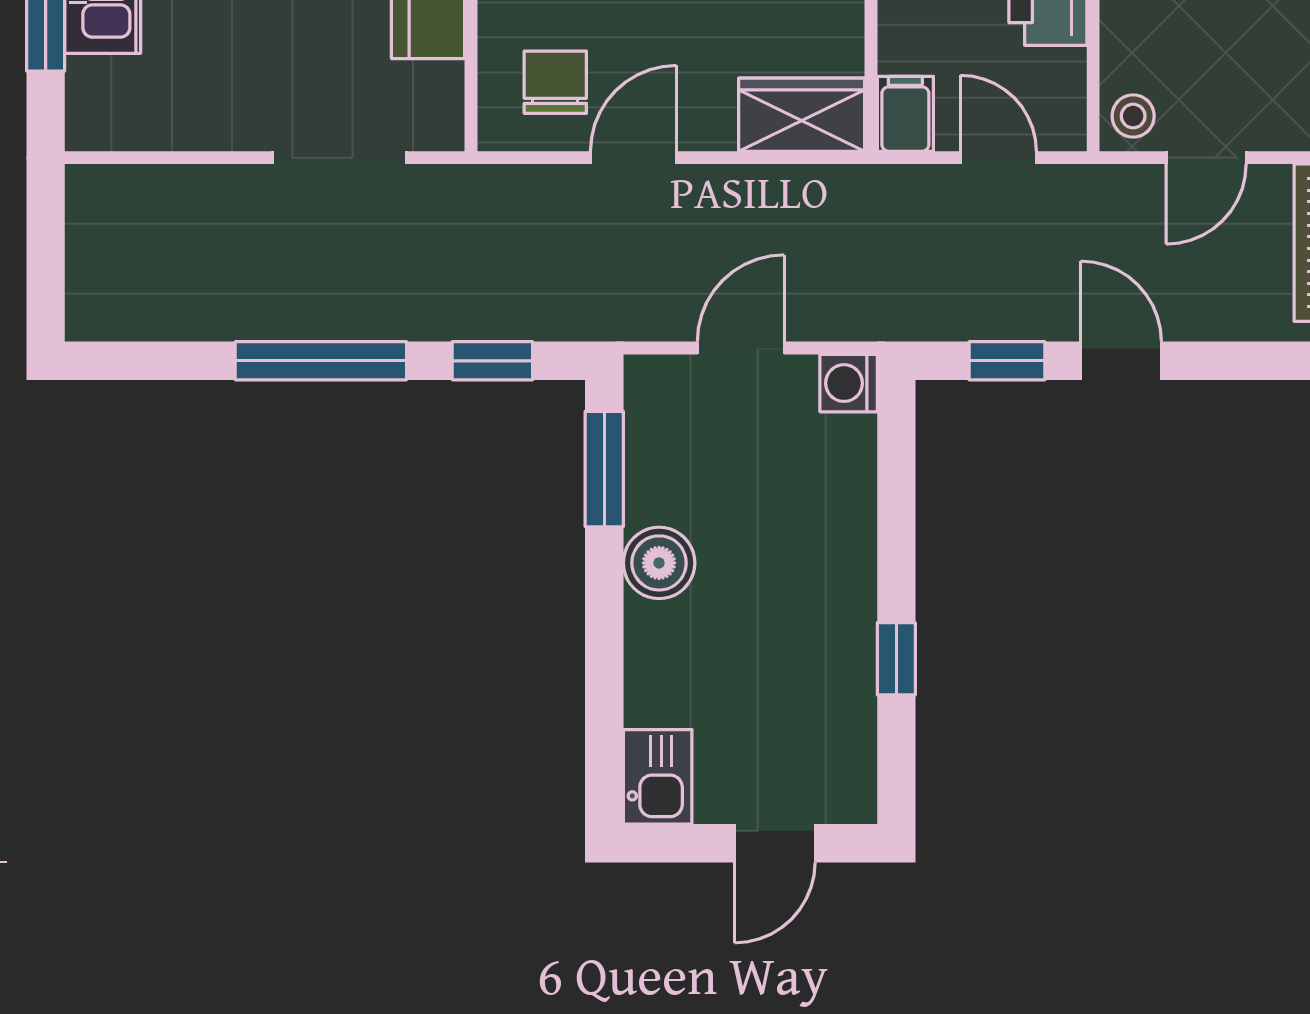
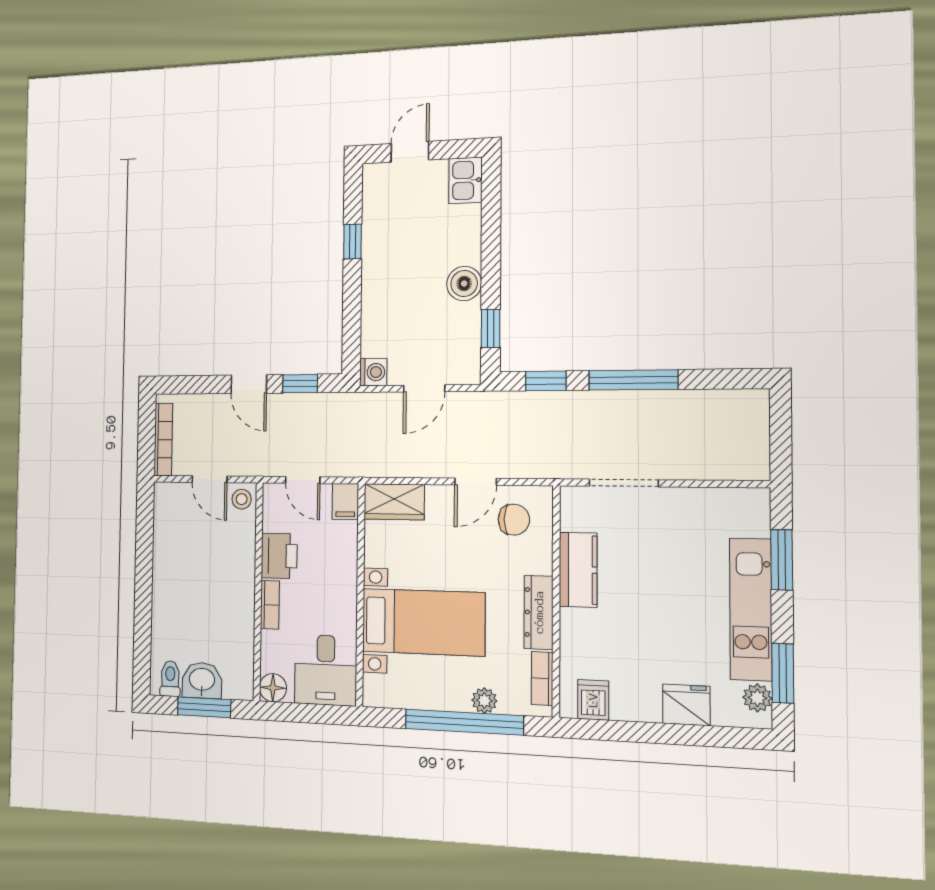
chair: (555, 82) -> (514, 520), turned -90
door: (1206, 158) -> (210, 479), swing flipped
window: (604, 469) -> (491, 328), width x0.67

